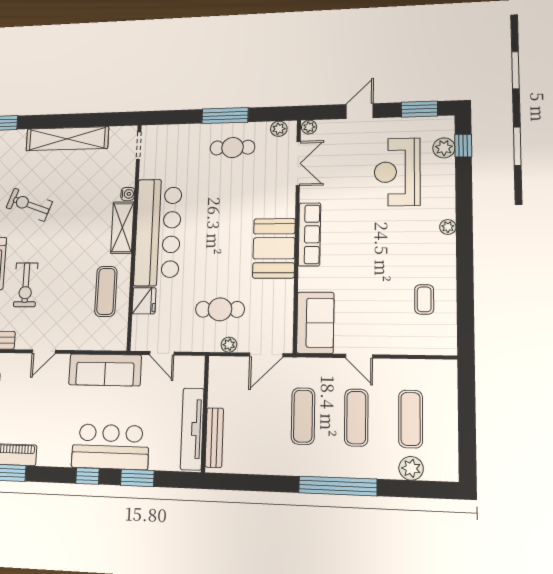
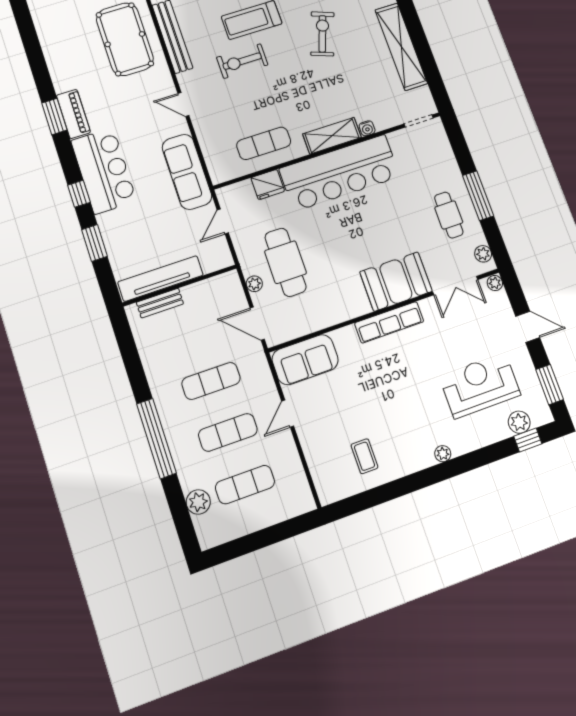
booth: (274, 248) -> (396, 282), moved
coffee table: (424, 299) -> (364, 456), turned 90
cafe table: (220, 309) -> (285, 262), width x1.37, depth x1.35
bench: (214, 438) -> (160, 303), width x0.73
bar counter: (110, 447) -> (104, 171), moved

